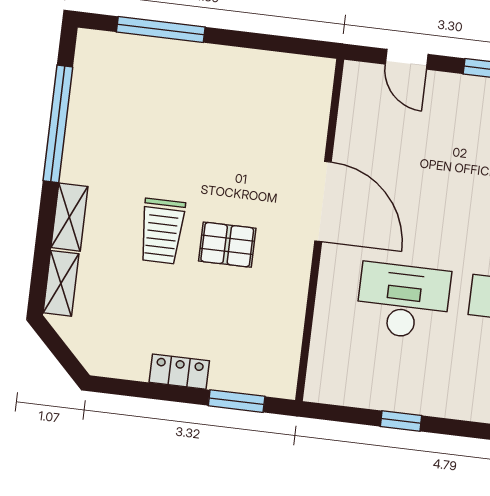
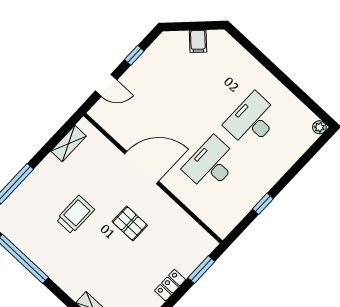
shelving: (69, 217) -> (69, 144), moved, turned 90
trolley: (162, 231) -> (75, 215), moved, turned -90
pallet: (227, 245) -> (130, 223), turned 90

